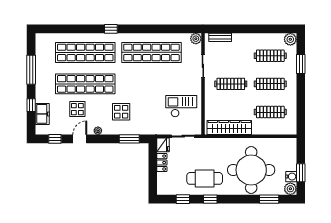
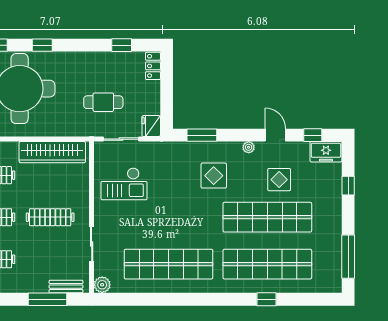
window: (111, 29) -> (266, 299), moved
window: (232, 29) -> (48, 299), added
window: (31, 70) -> (348, 257), moved
freezer: (42, 114) -> (326, 152), moved, turned -90
door: (80, 139) -> (275, 135), swing flipped
locker: (162, 163) -> (153, 66), moved
cafe table: (205, 178) -> (103, 102), moved, width x0.73, depth x0.74
window: (210, 199) -> (42, 45), moved

